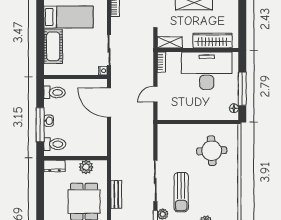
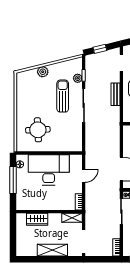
wardrobe: (213, 41) -> (37, 219), width x0.67
desk: (207, 71) -> (49, 170), moved, turned 180

